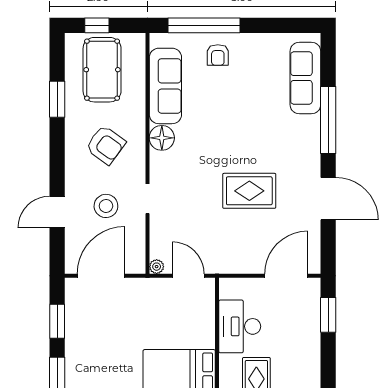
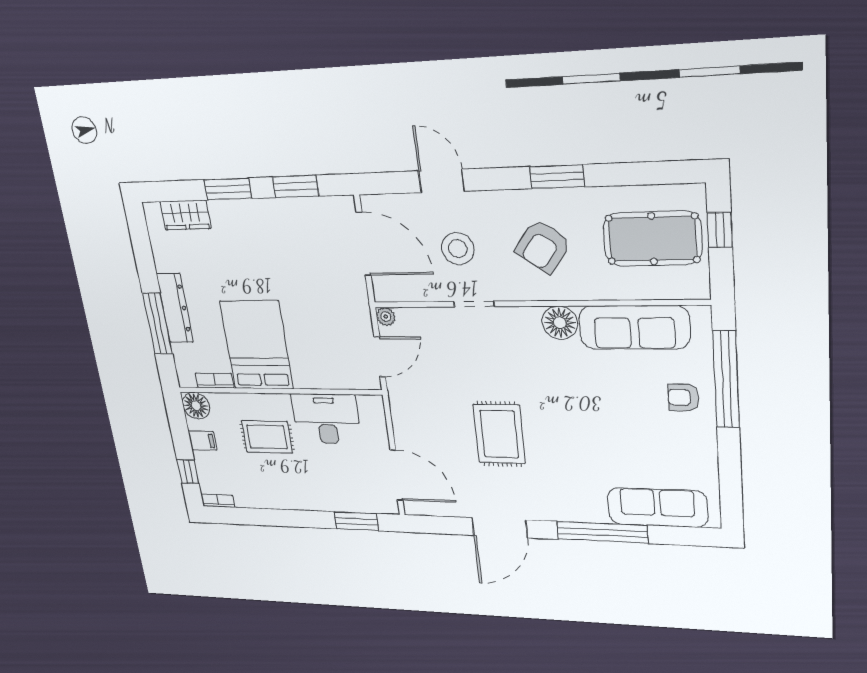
window: (57, 99) -> (557, 177), moved

